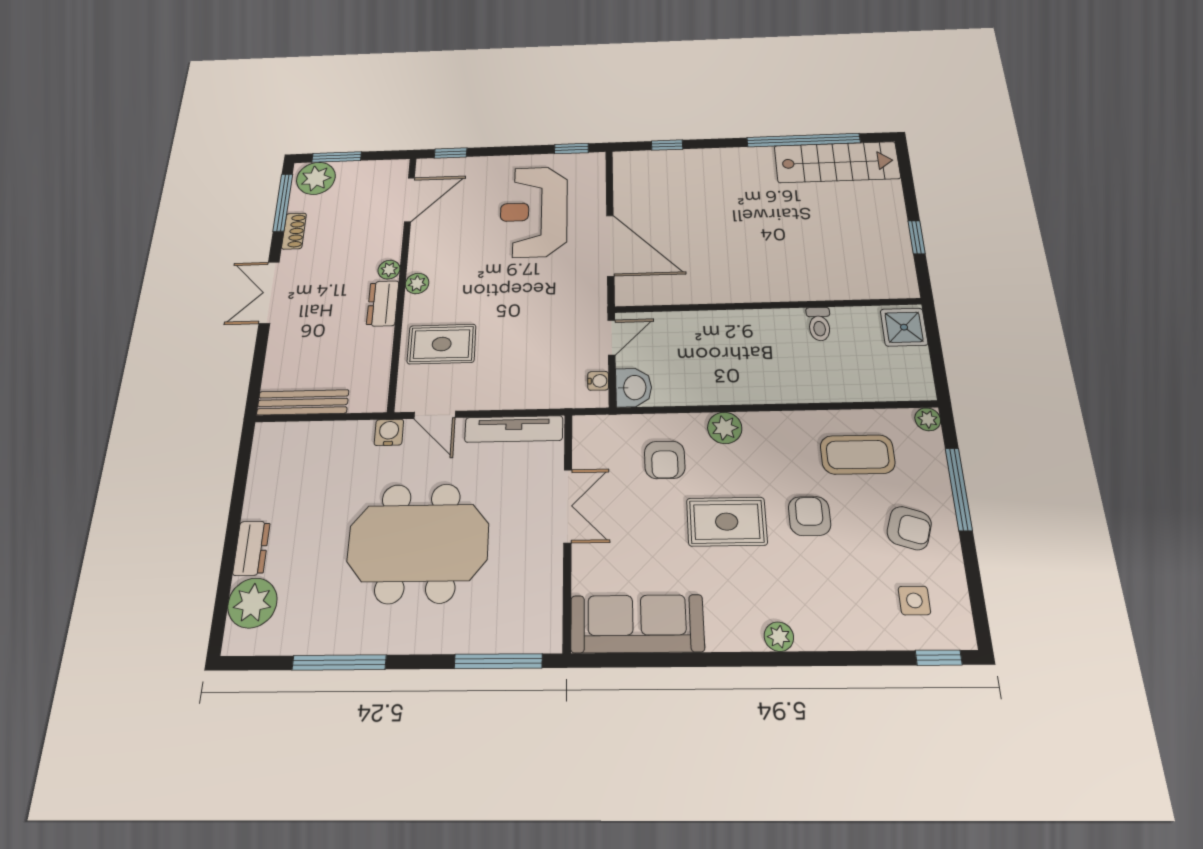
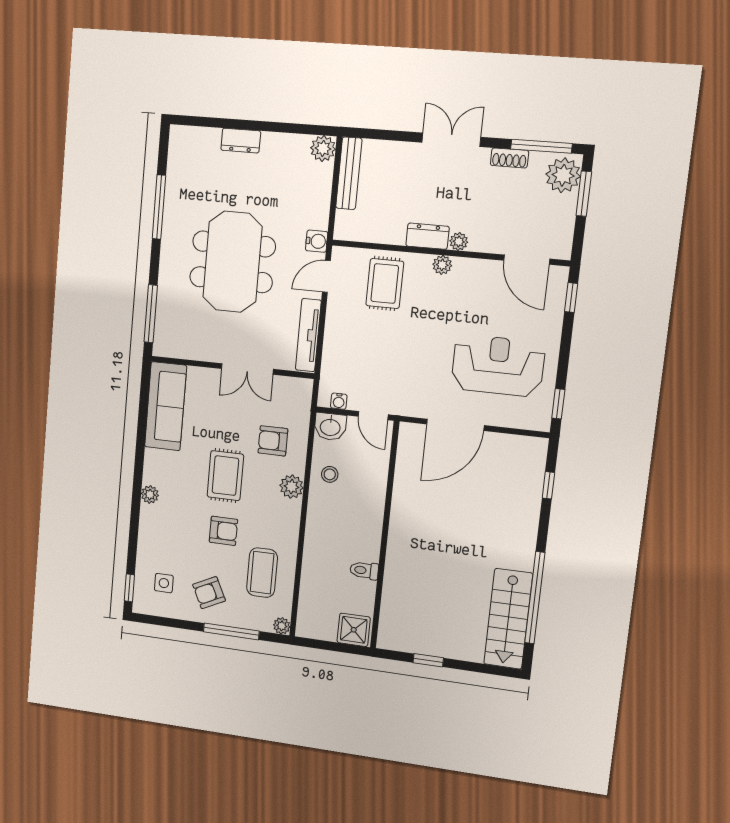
stool: (698, 381) -> (330, 474), added
armchair: (909, 528) -> (209, 593), turned 46
plant: (252, 603) -> (323, 148), moved, width x0.73, depth x0.73

